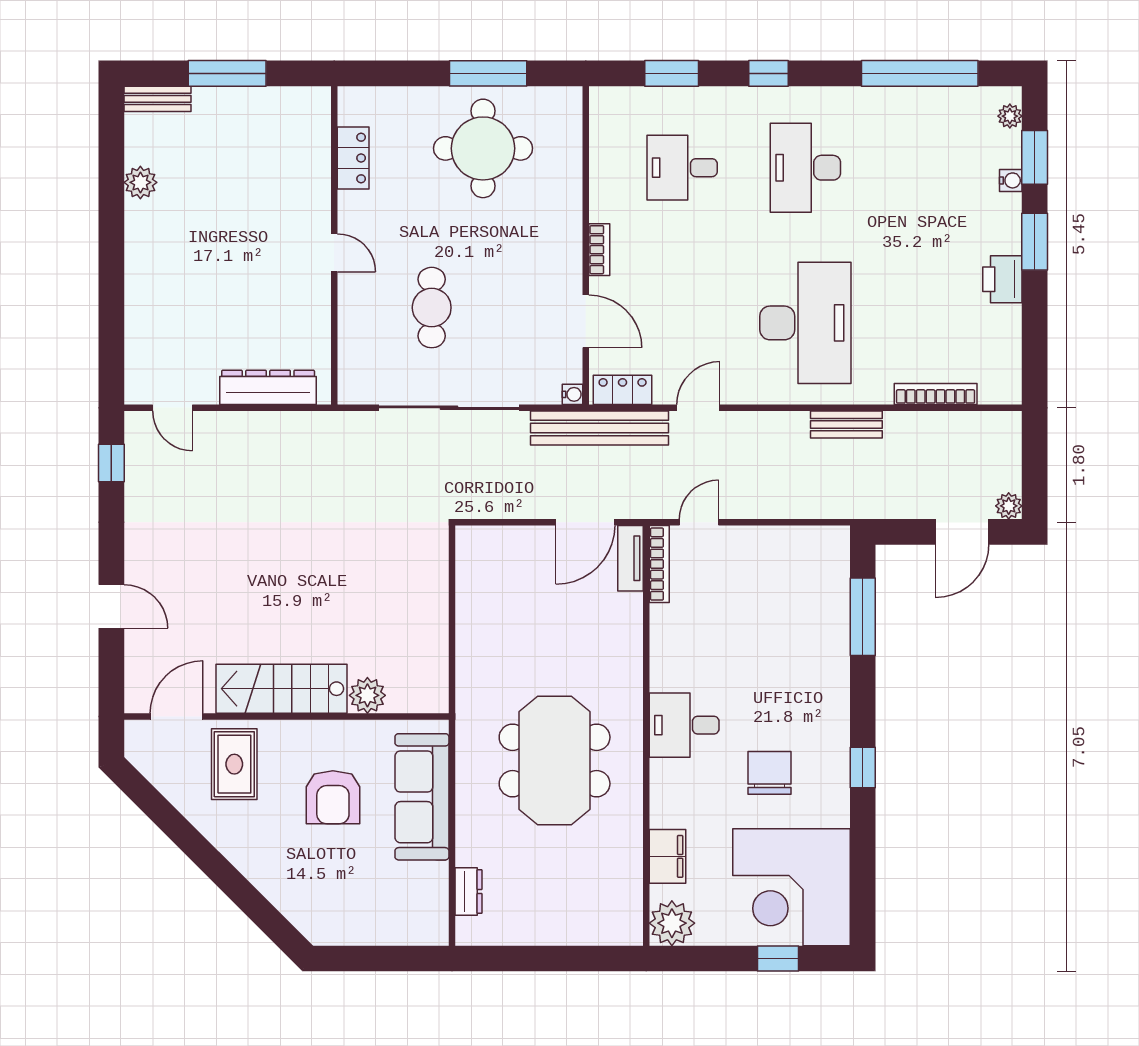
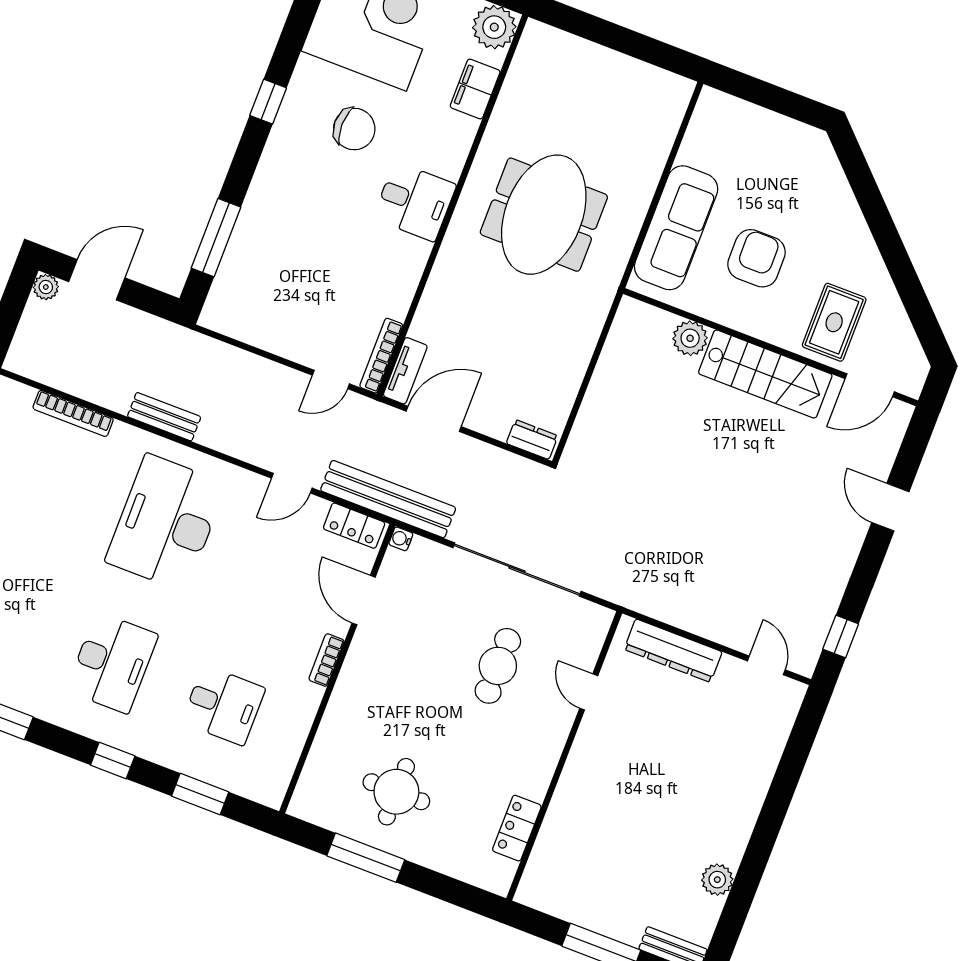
round table: (483, 148) -> (396, 792), width x0.73, depth x0.73
door: (334, 253) -> (589, 692), moved
chair: (769, 773) -> (354, 129), turned -90
dresser: (469, 892) -> (532, 440), moved, turned 90

